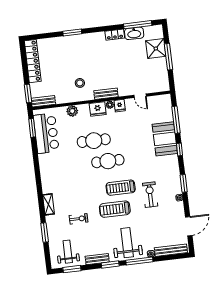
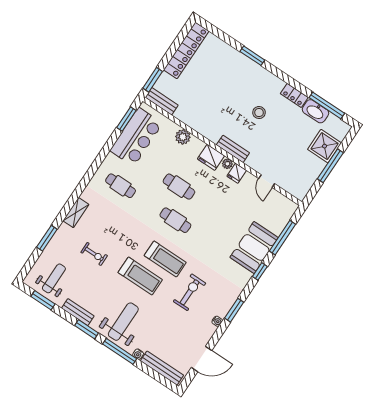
stool: (80, 83) -> (259, 113), moved
cafe table: (94, 141) -> (179, 187), width x0.73, depth x0.74
cafe table: (108, 161) -> (175, 220), width x0.73, depth x0.74
cafe table: (61, 168) -> (121, 186), added
treadmill: (121, 188) -> (165, 259), turned 180
treadmill: (115, 209) -> (140, 276), turned 180

